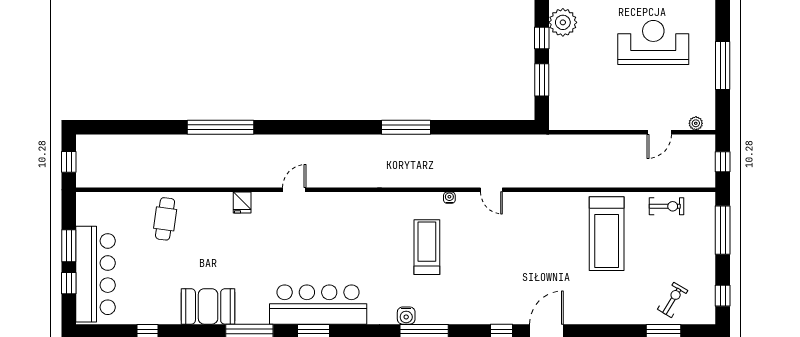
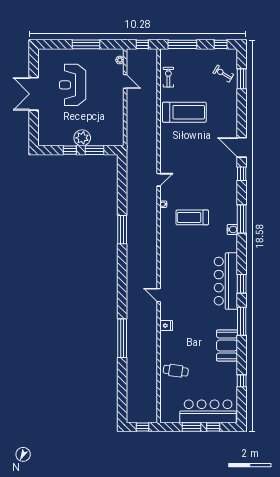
plant: (563, 22) -> (82, 138), moved

